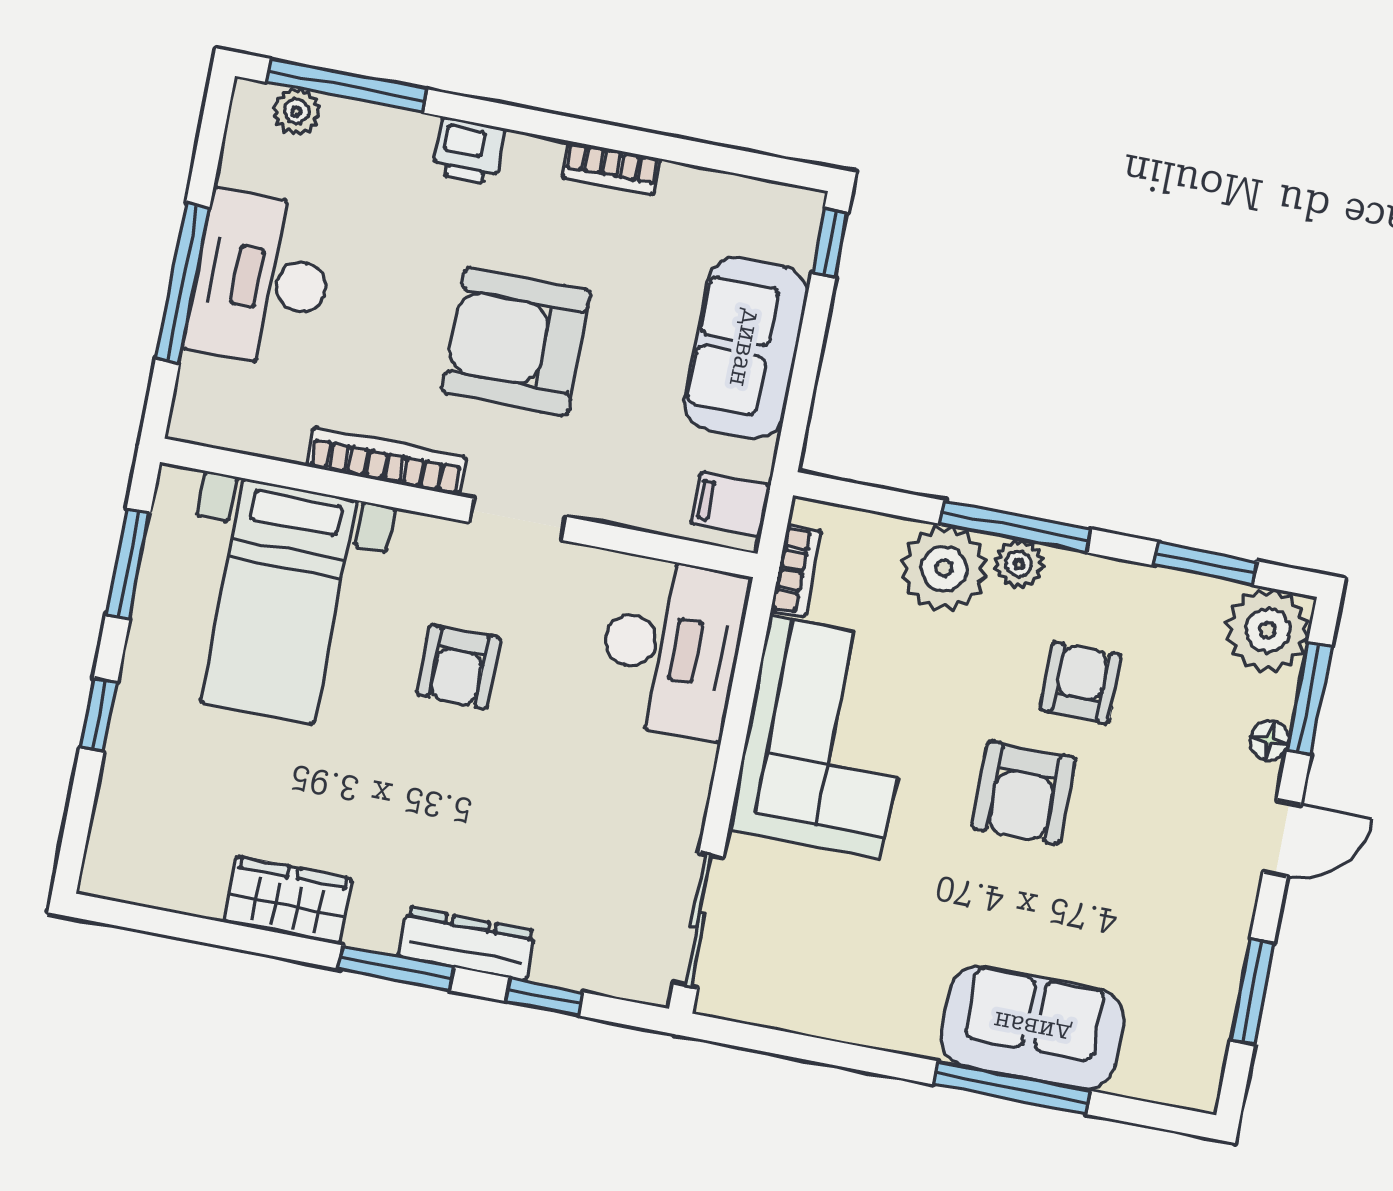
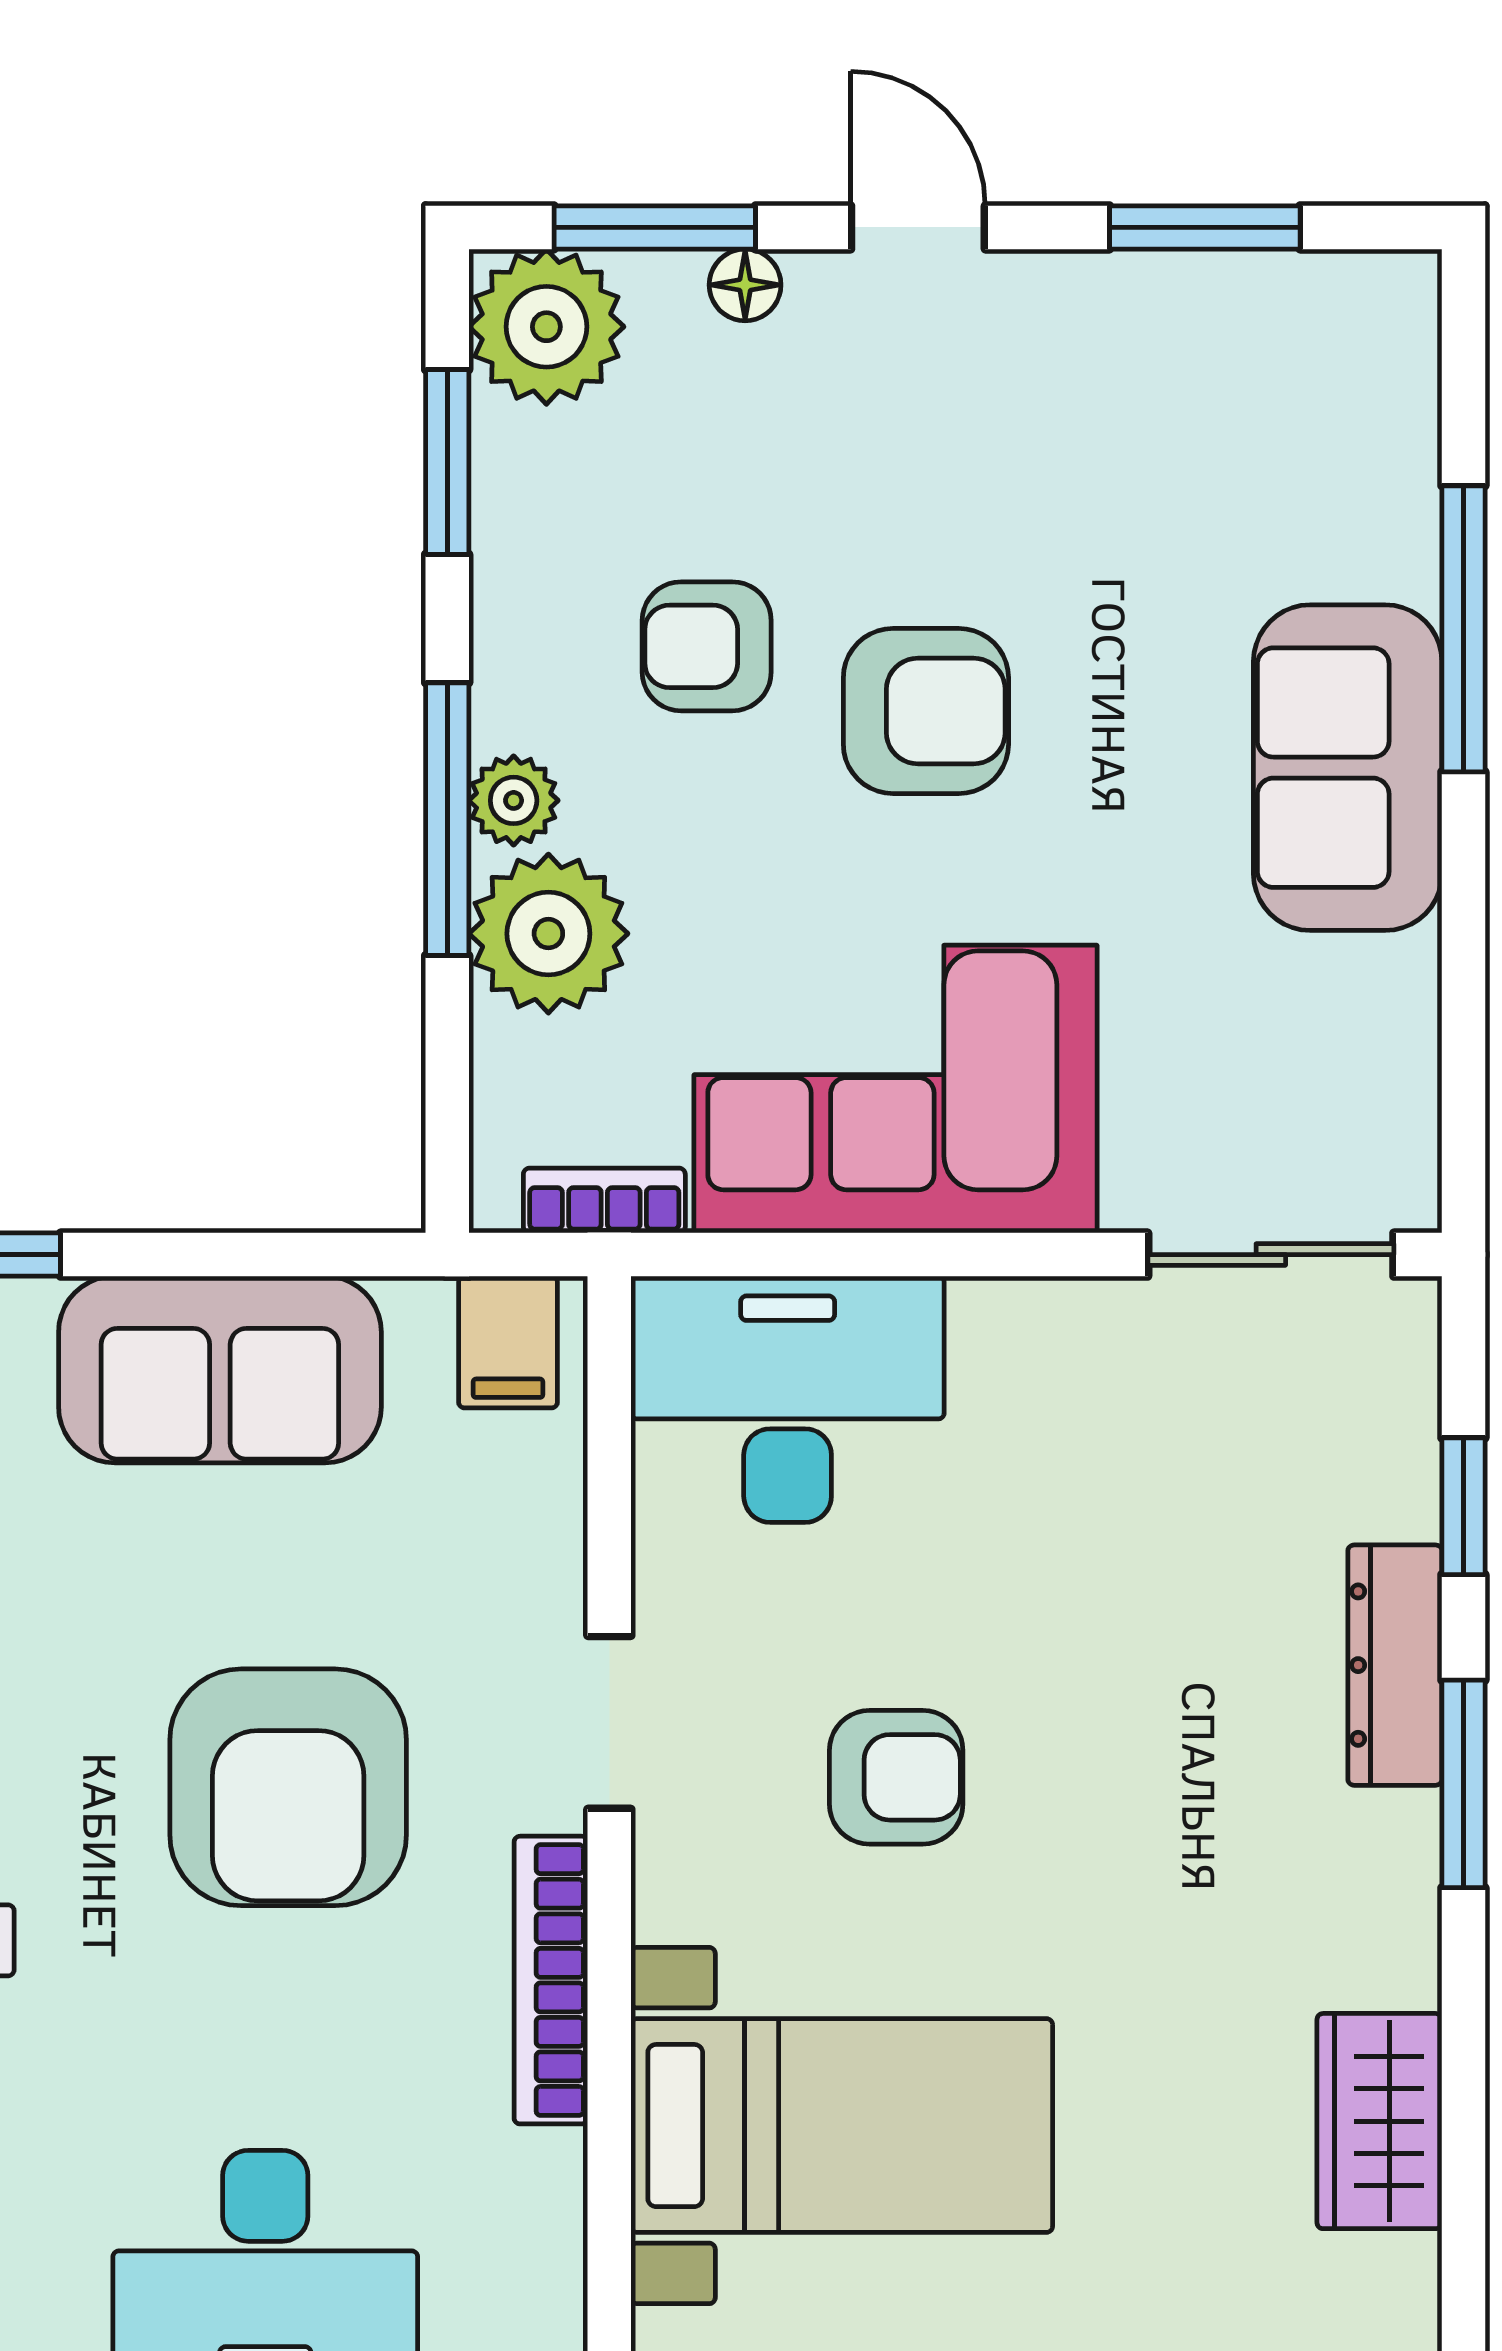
wardrobe: (288, 900) -> (1379, 2121), moved
sofa: (1032, 1028) -> (1348, 768), moved

